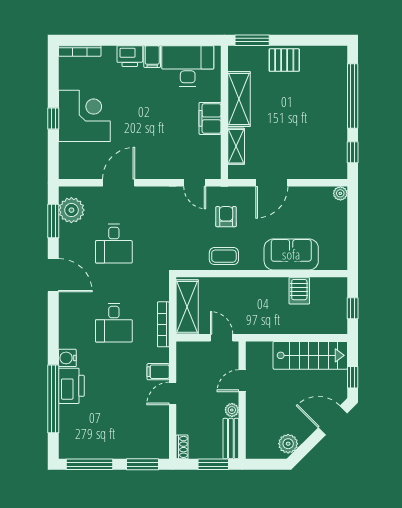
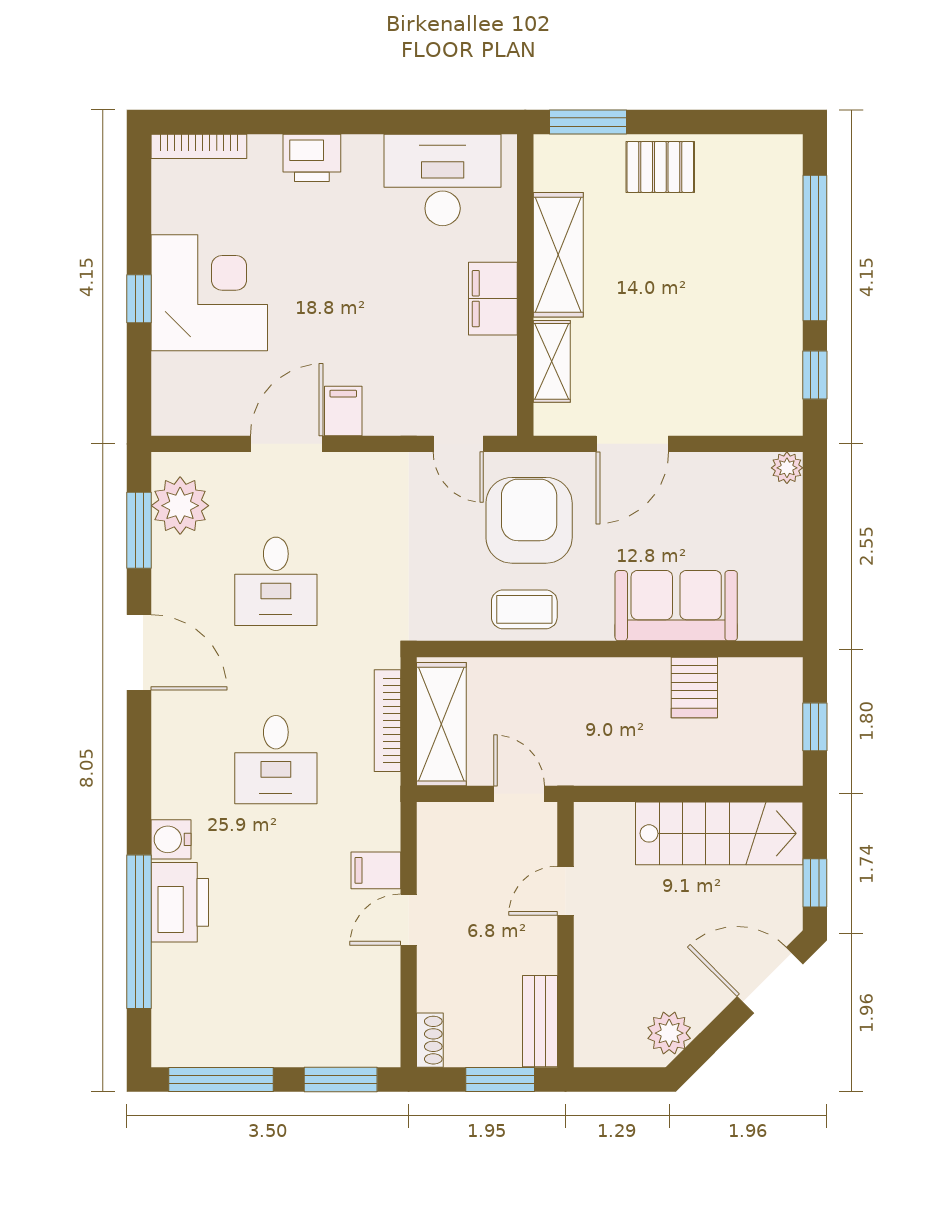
filing cabinet: (152, 57) -> (343, 411), moved, turned 180
armchair: (226, 217) -> (529, 520), width x1.88, depth x1.88
bookcase: (163, 324) -> (387, 721), moved
plant: (232, 410) -> (542, 957), removed

